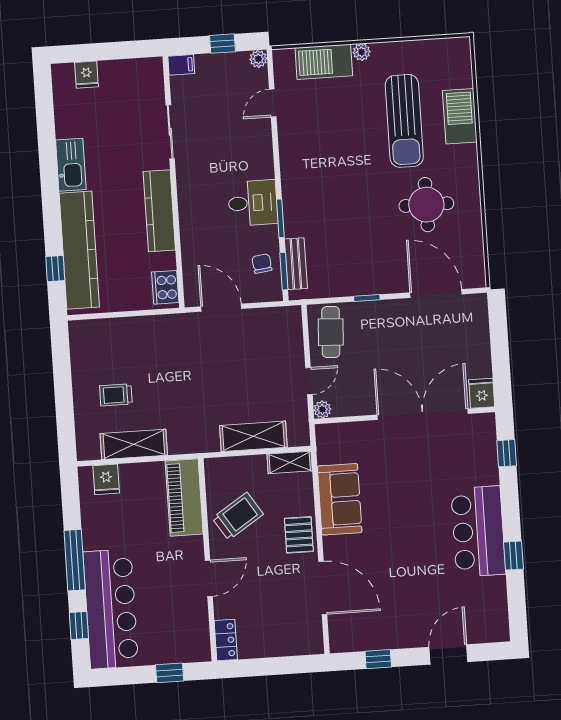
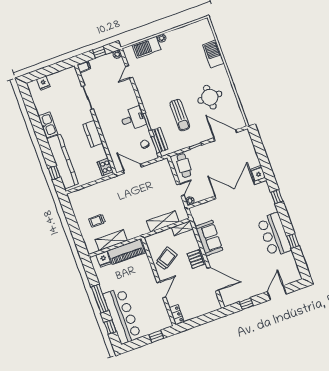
sun lounger: (404, 121) -> (180, 115), moved, width x0.73, depth x0.75
kitchen counter: (159, 211) -> (93, 134), width x0.67
piano: (184, 497) -> (126, 252), moved, turned -90

